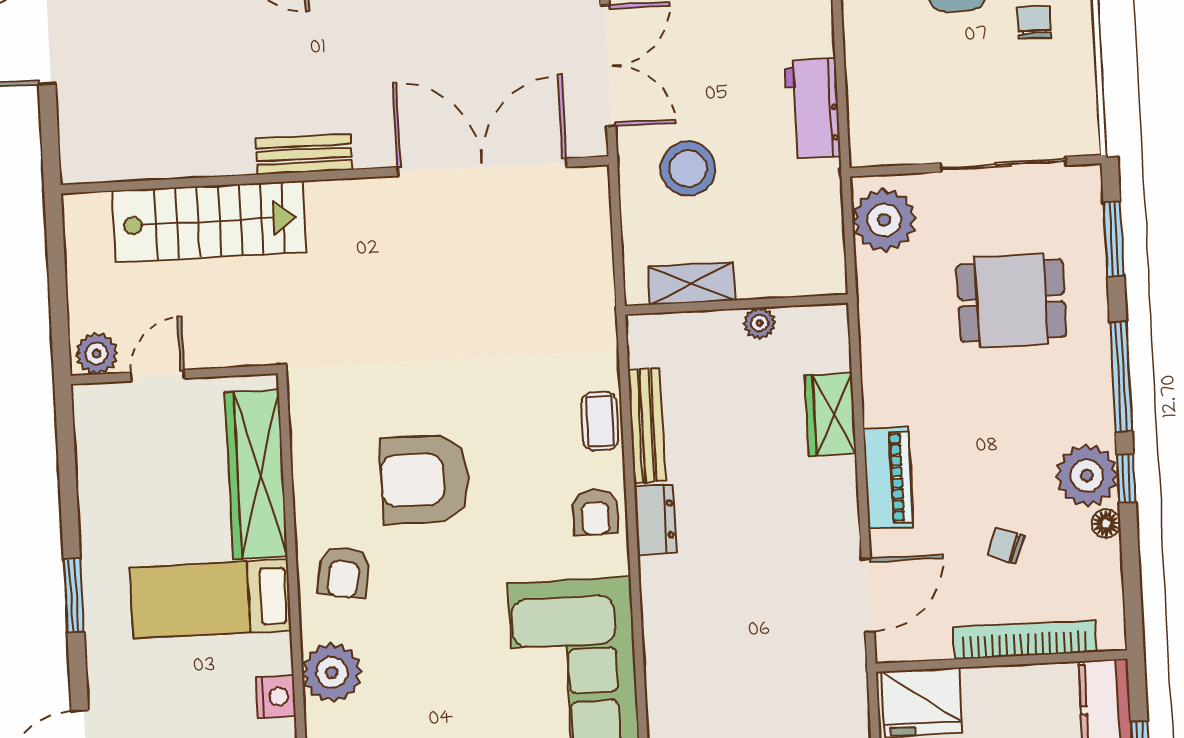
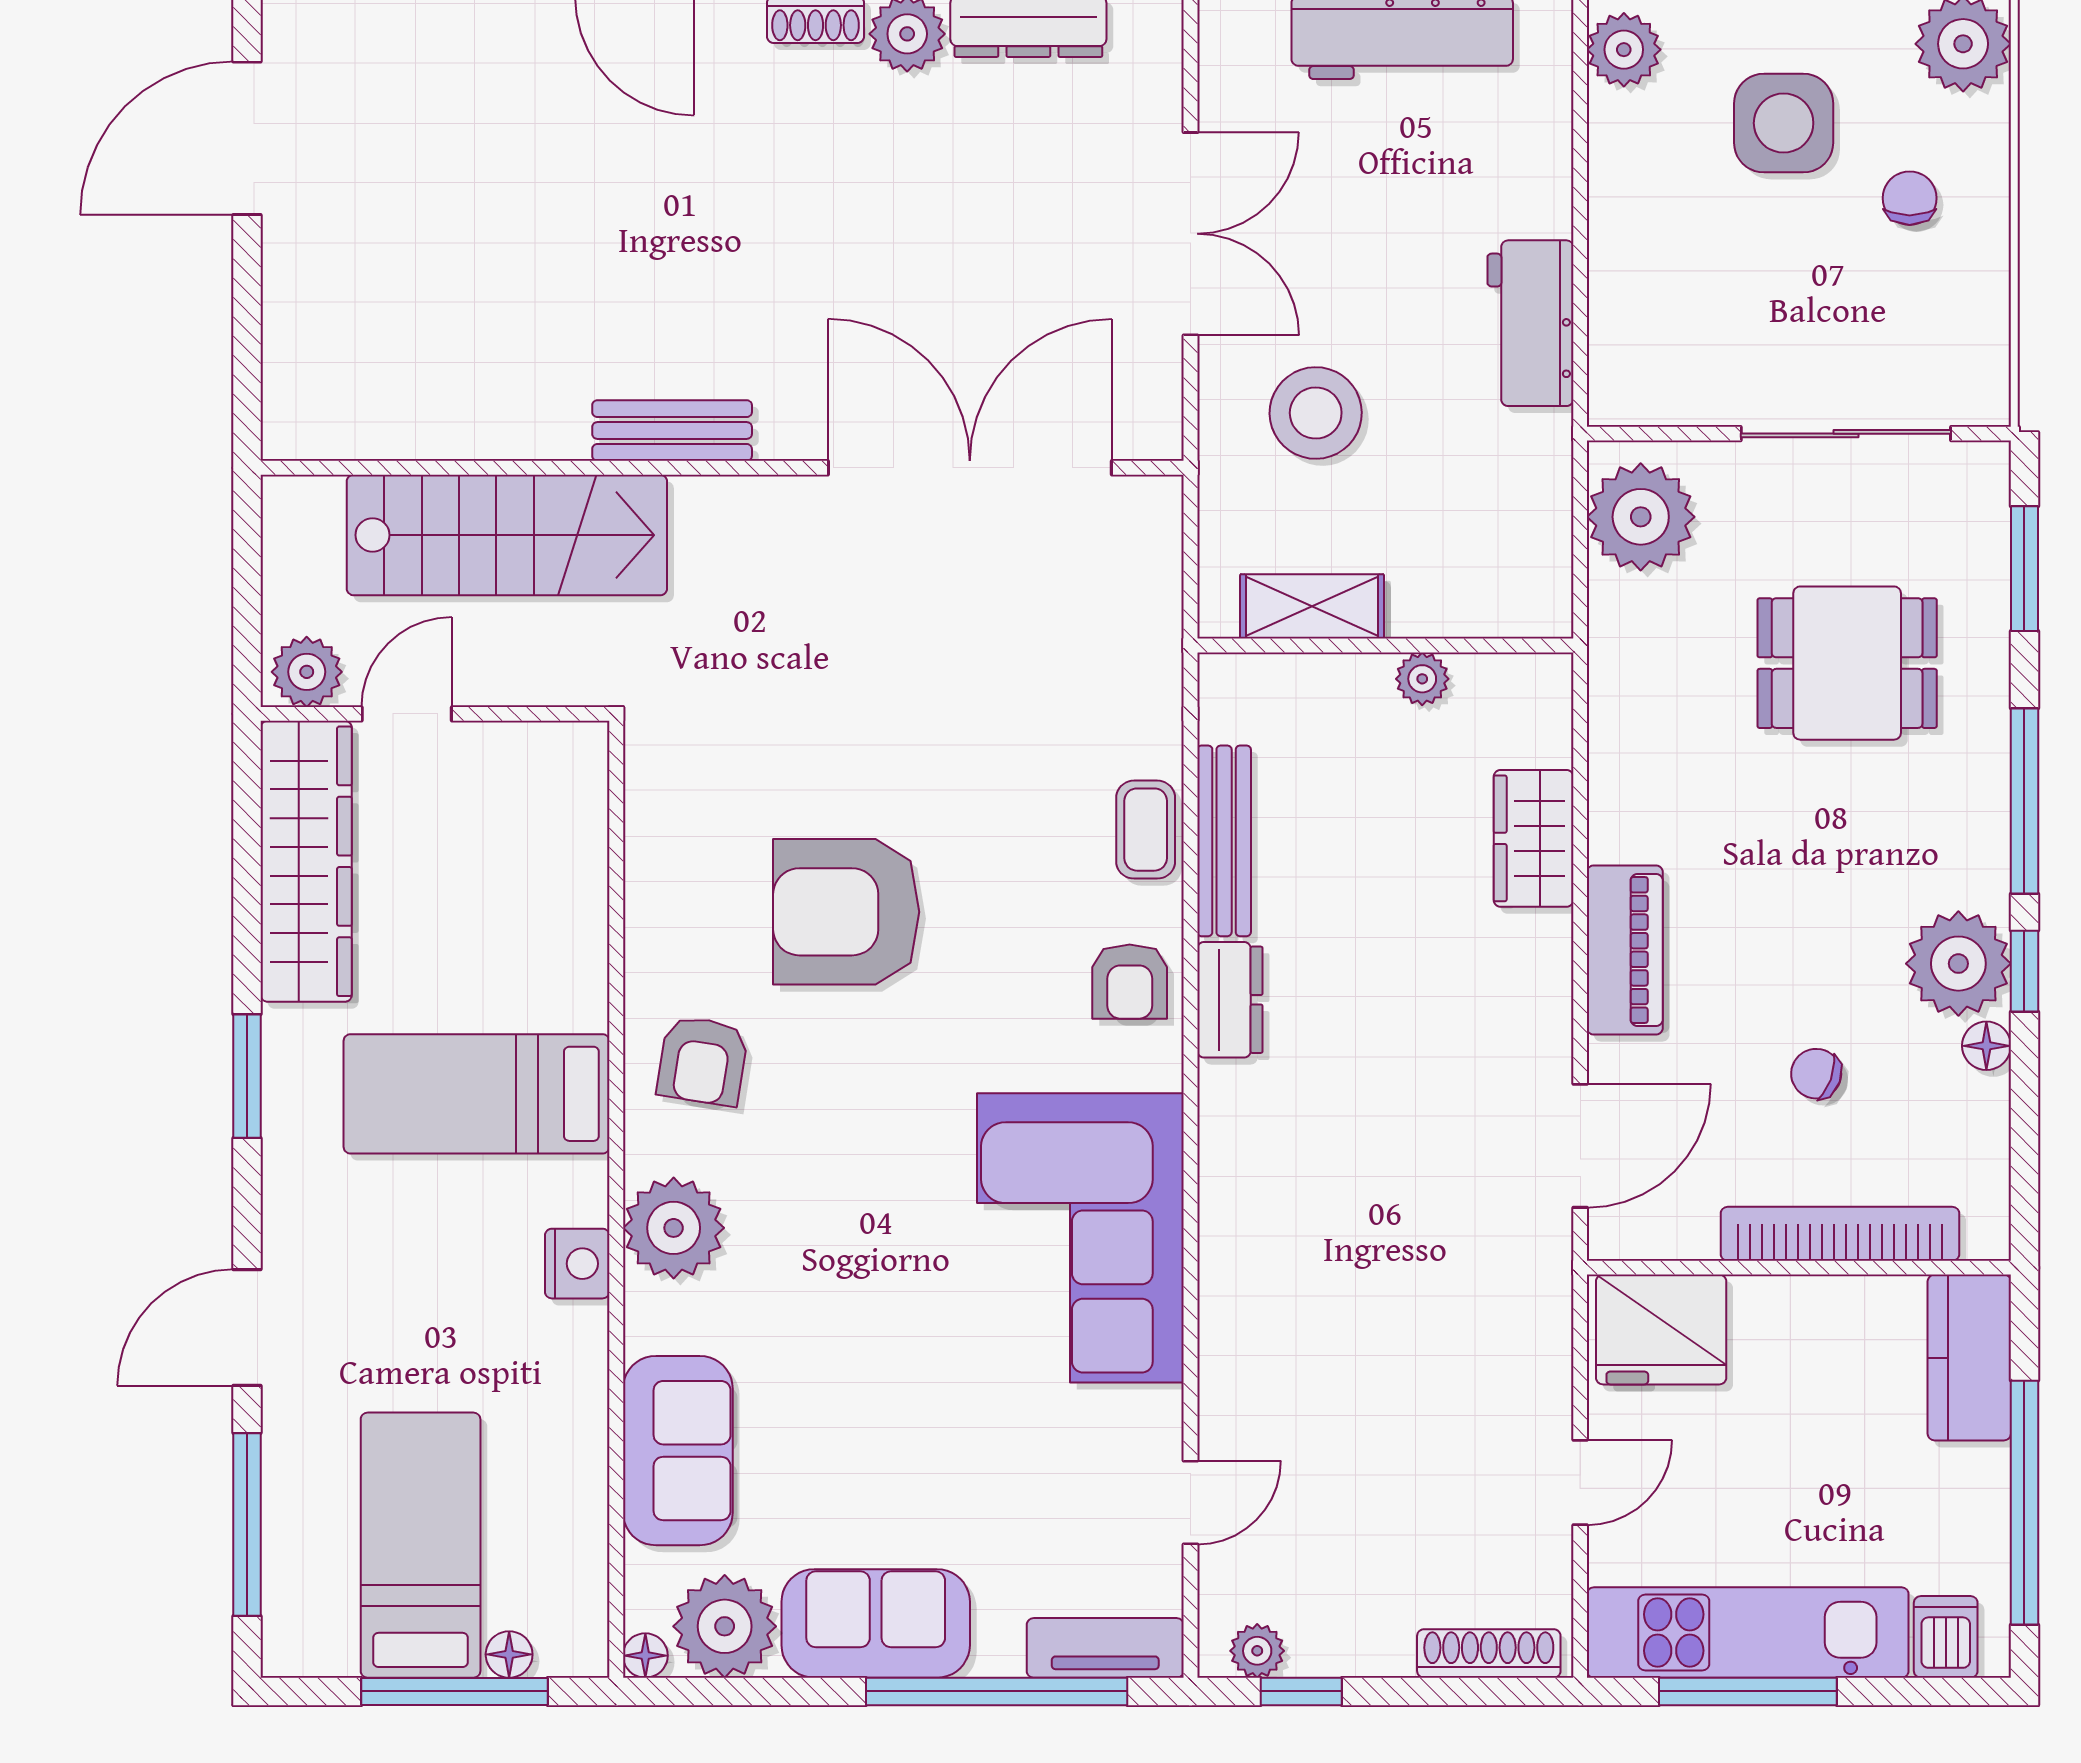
bench: (304, 154) -> (672, 431), moved
double door: (482, 167) -> (970, 468), moved
wall: (335, 175) -> (722, 468), moved
stairs: (209, 221) -> (507, 535), moved
wardrobe: (256, 474) -> (306, 861), moved, turned 180

